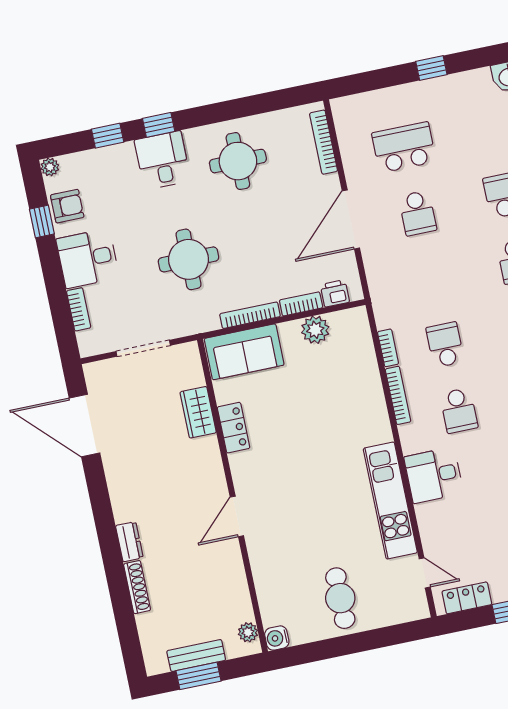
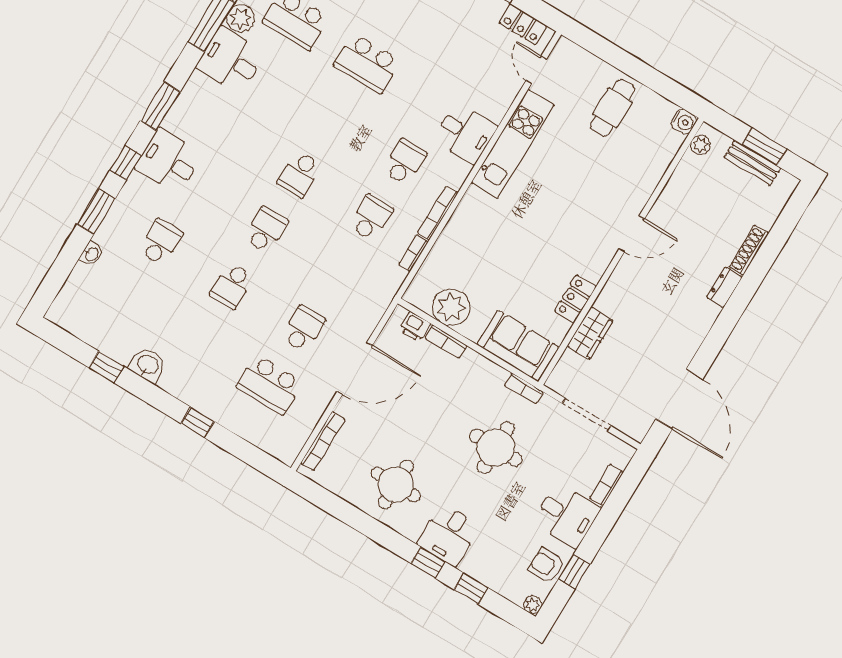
bookcase: (250, 315) -> (524, 389), moved, width x0.64
plant: (315, 330) -> (451, 307), width x1.36, depth x1.36
school desk: (445, 345) -> (371, 218), turned 180

